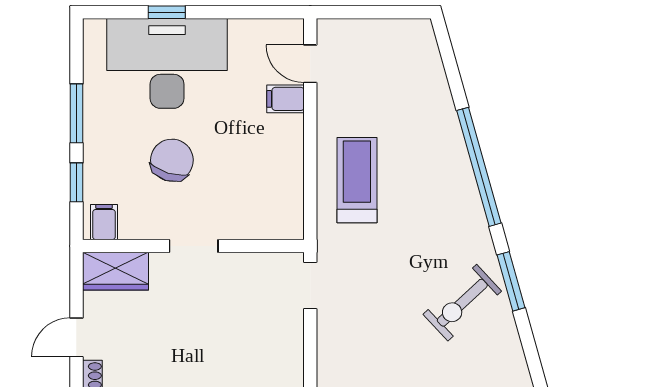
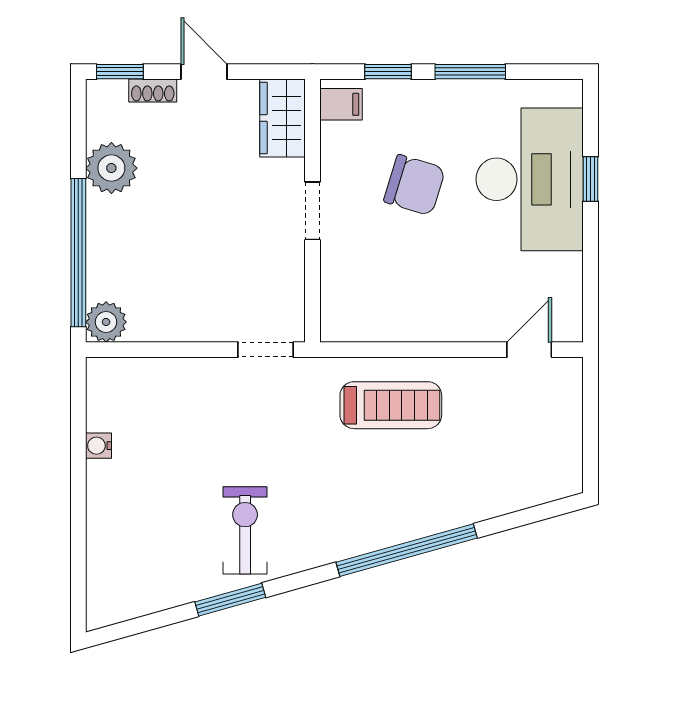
filing cabinet: (285, 99) -> (487, 320), removed
window: (511, 281) -> (230, 600), moved
exercise bike: (462, 303) -> (245, 530), turned 43

